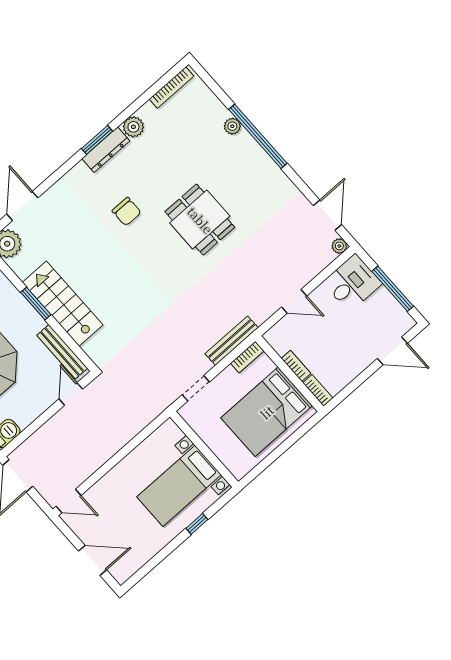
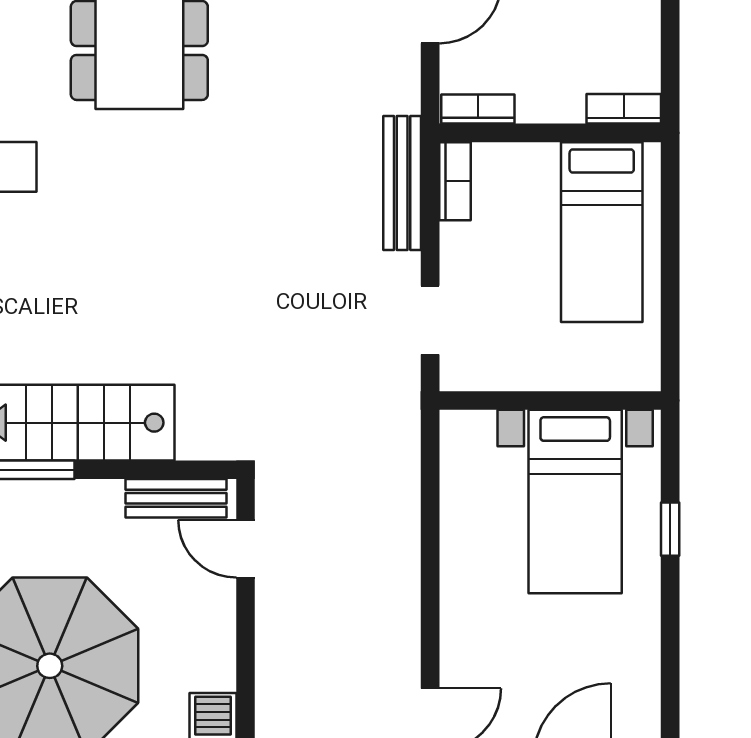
bench: (62, 352) -> (176, 498), width x0.73
bookcase: (296, 366) -> (478, 109), moved
bed: (267, 412) -> (602, 232), width x0.67

